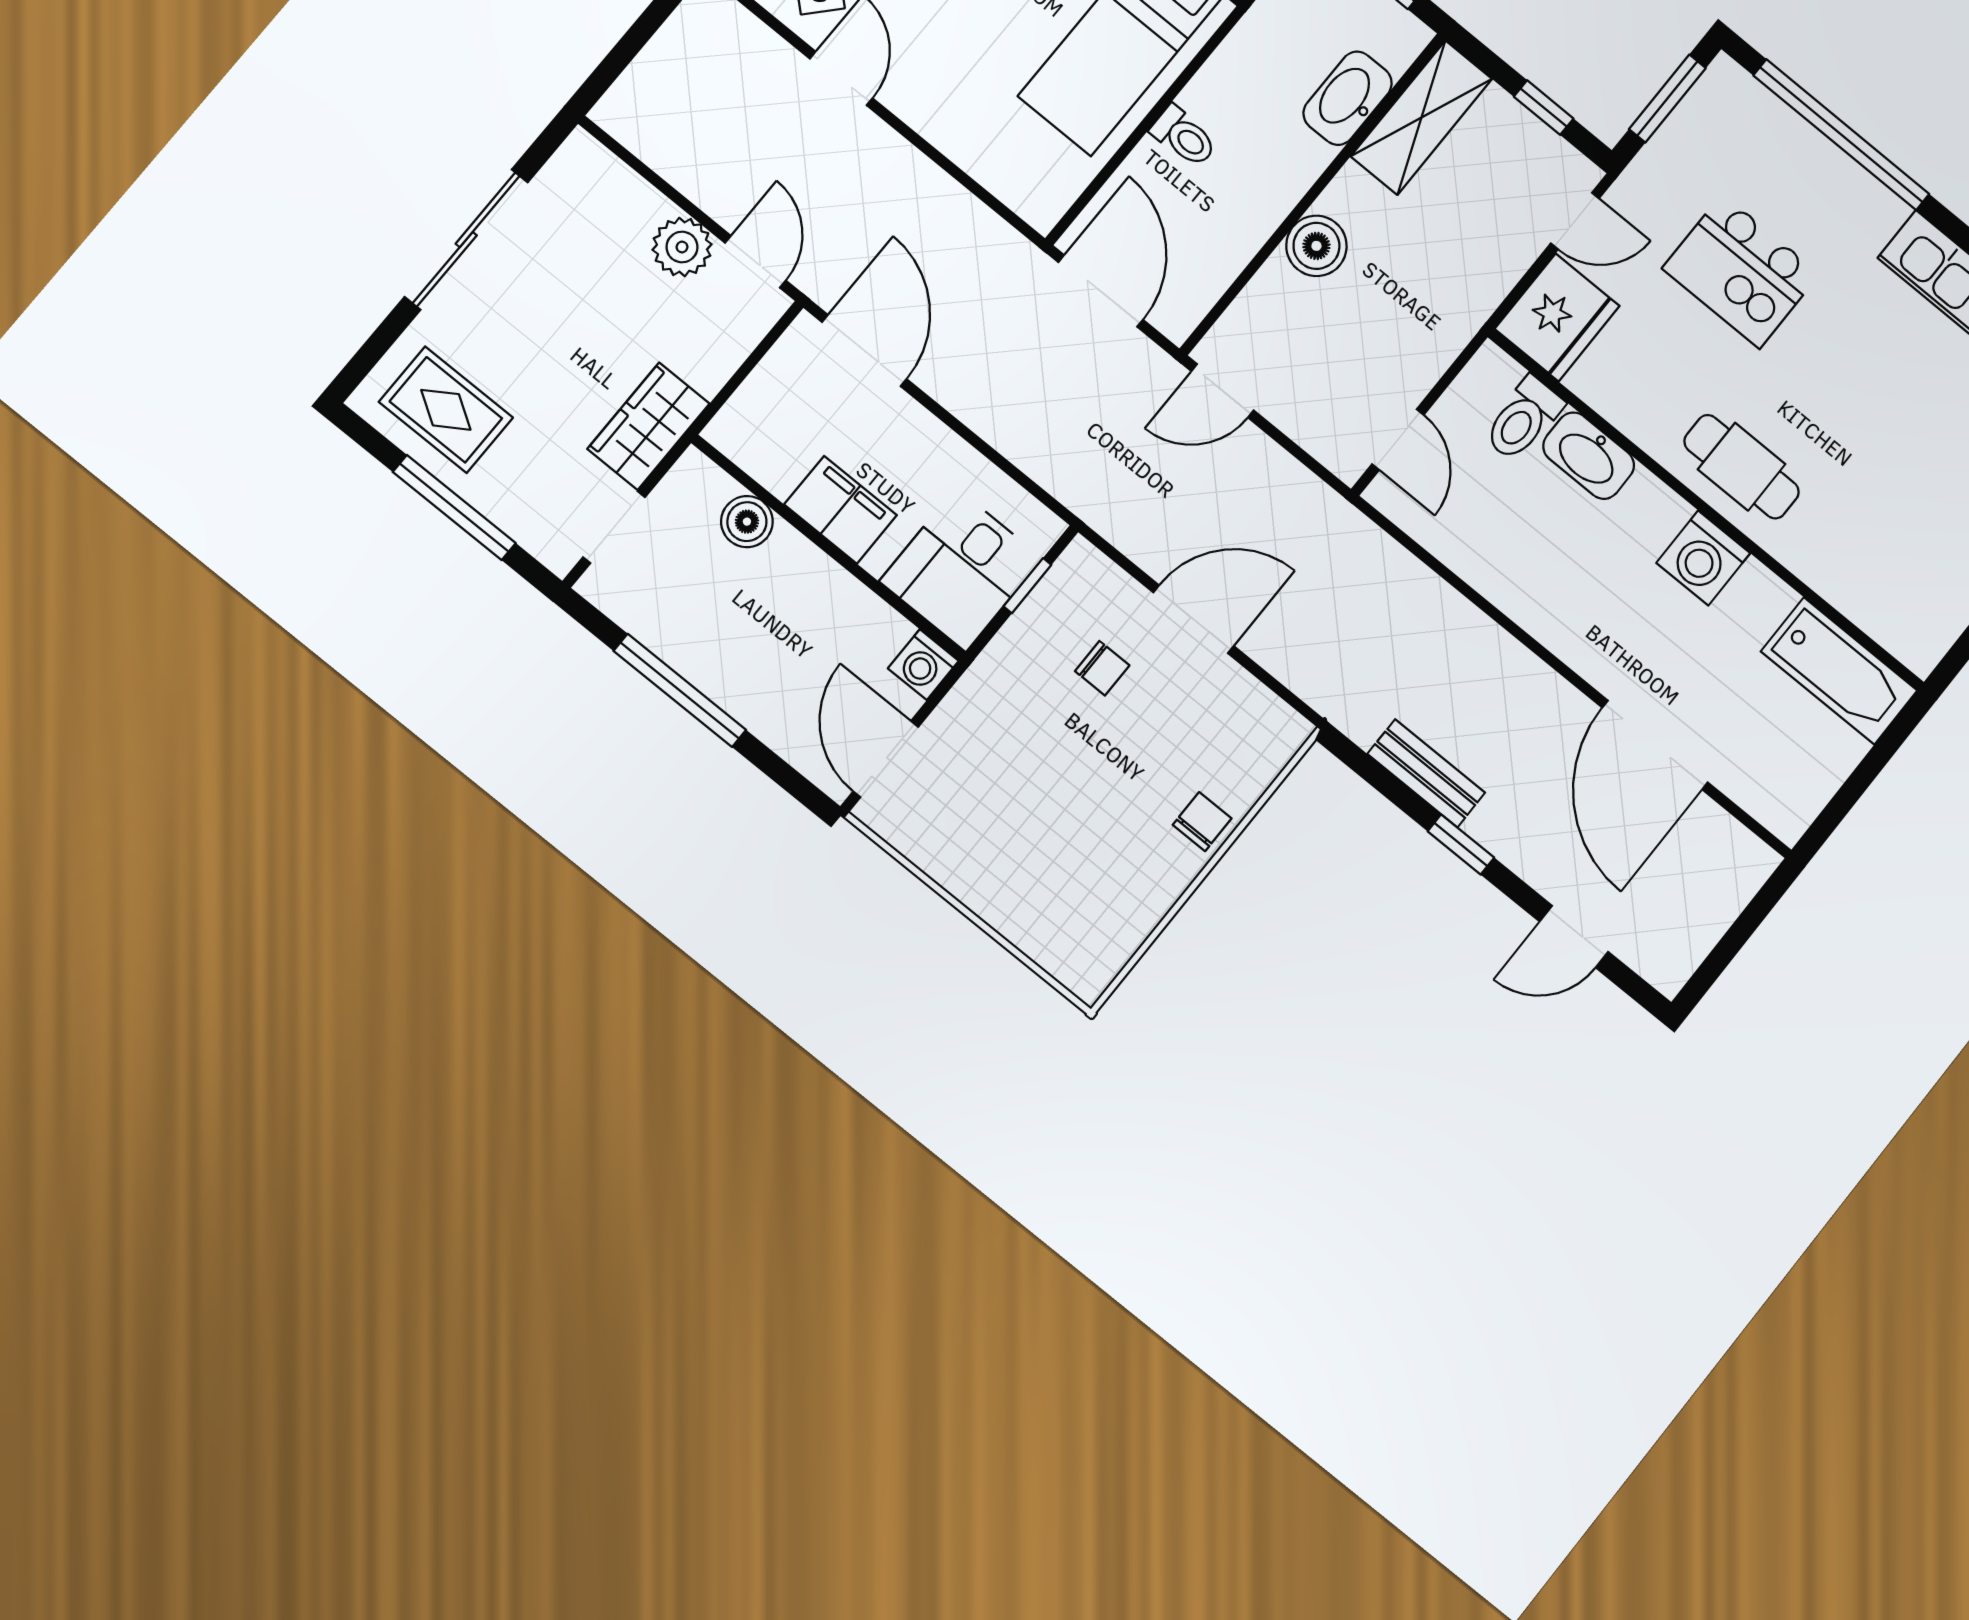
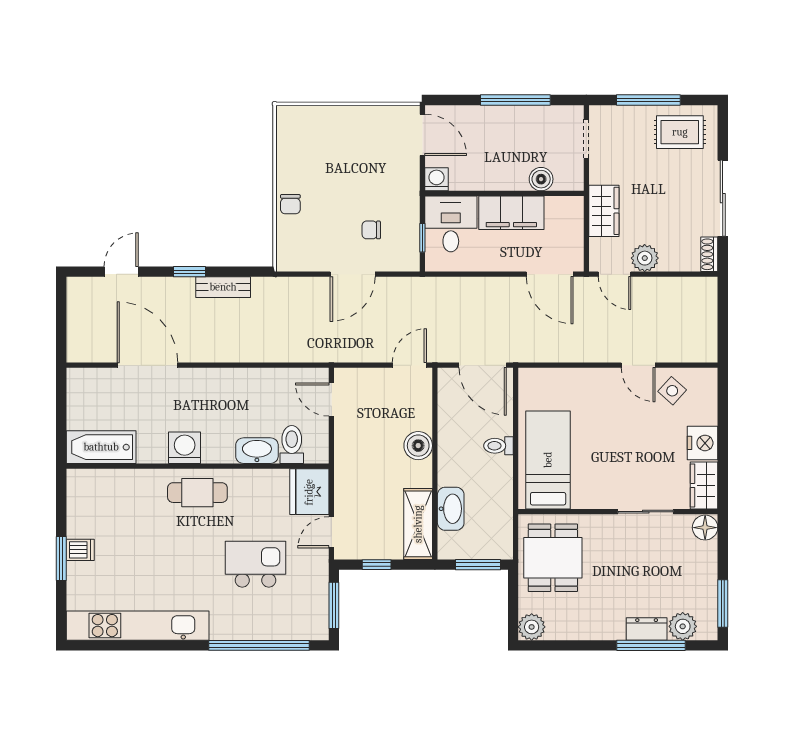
shoe rack: (568, 165) -> (709, 254), added
wardrobe: (648, 426) -> (604, 211), moved
filing cabinet: (840, 510) -> (511, 213), width x1.50, depth x1.17

